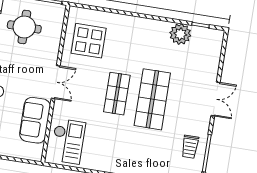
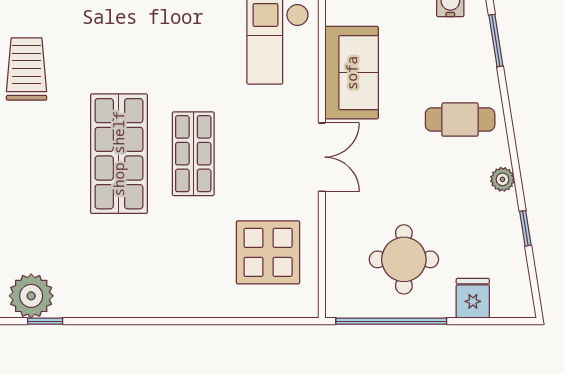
plant: (180, 34) -> (31, 296), moved
double door: (56, 82) -> (322, 157), swing flipped
trolley: (190, 147) -> (27, 69), width x1.36, depth x1.39

